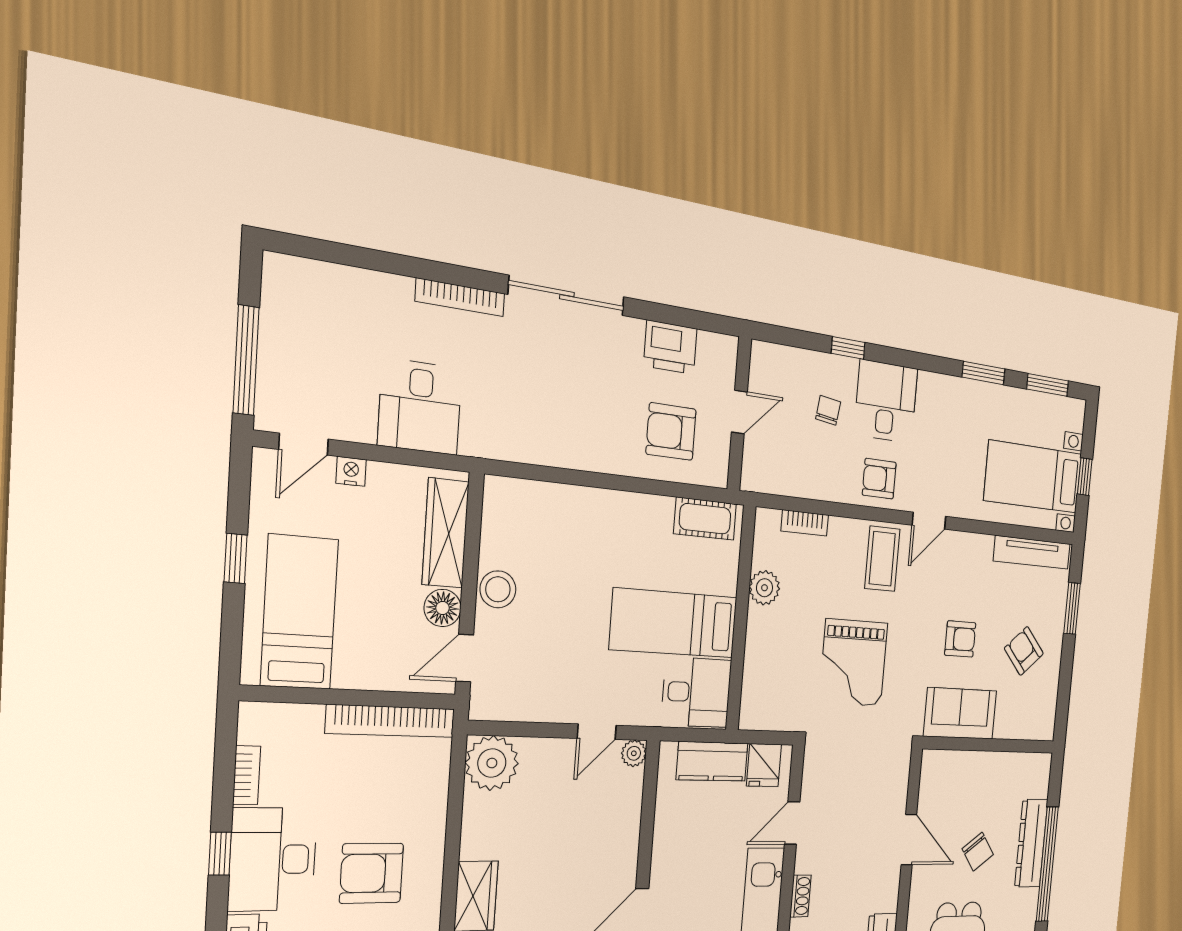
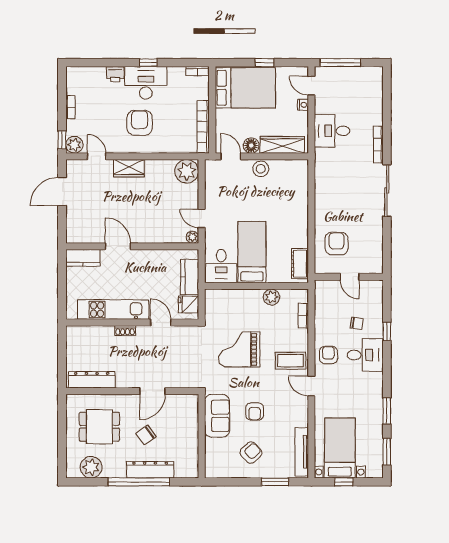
printer: (670, 347) -> (373, 240), removed
bed: (299, 612) -> (245, 88), width x1.50
bookcase: (247, 775) -> (197, 71), moved

